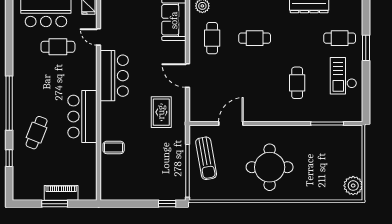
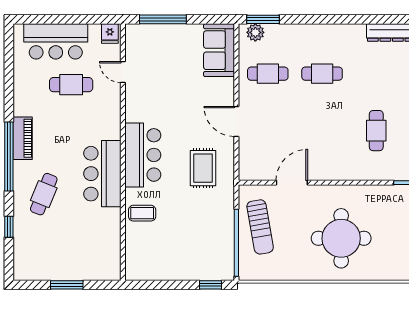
cafe table: (212, 38) -> (268, 74), turned 90
bar counter: (114, 76) -> (143, 155), moved
piano: (61, 193) -> (23, 138), moved, turned 90

